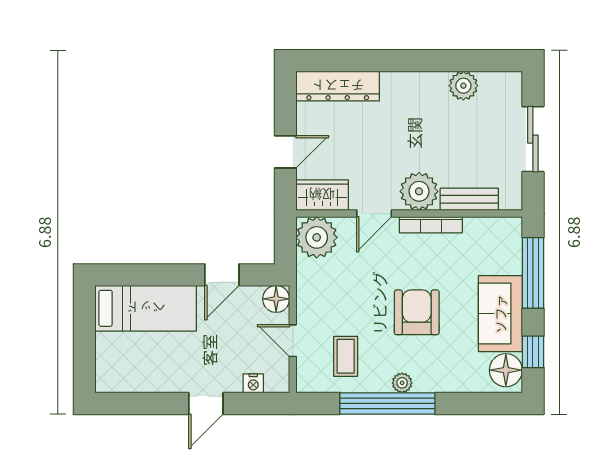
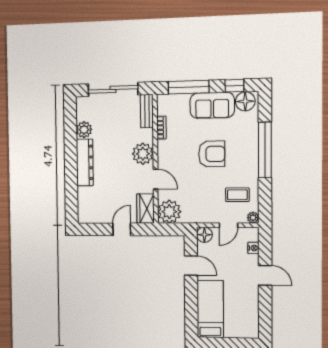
dresser: (338, 86) -> (85, 162), moved
sliding door: (533, 139) -> (113, 89), width x1.37
door: (285, 152) -> (122, 229), hinge flipped
bench: (469, 199) -> (147, 111), moved
bookcase: (431, 225) -> (161, 128), moved, width x0.64
armchair: (417, 312) -> (212, 154), turned 180
plant: (402, 383) -> (253, 218), moved
window: (387, 403) -> (265, 150), moved

